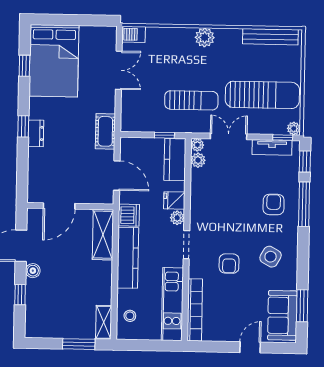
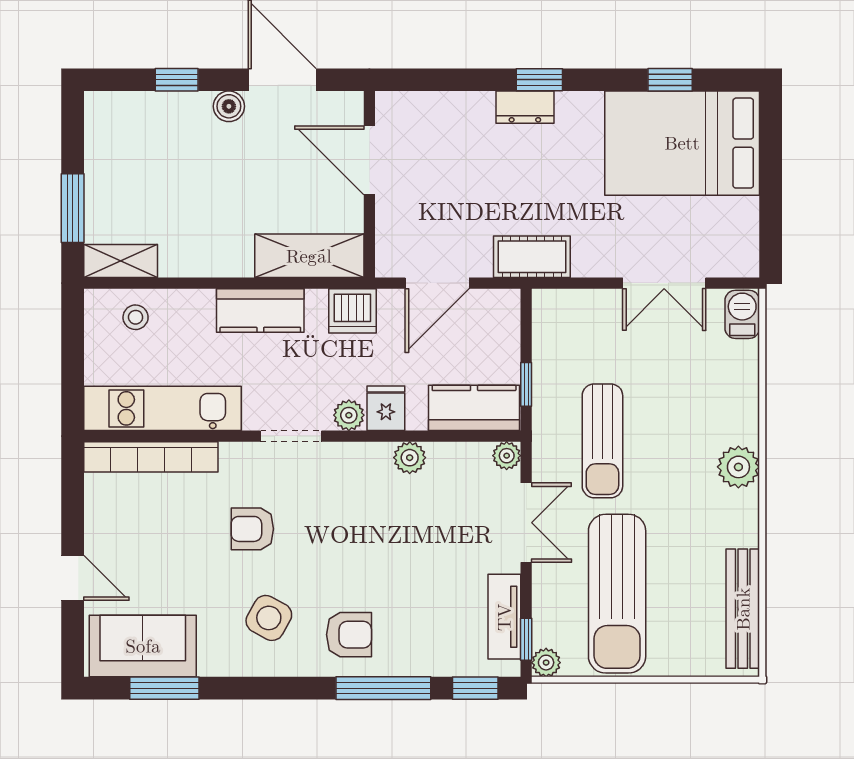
plant: (198, 160) -> (410, 458), moved
armchair: (274, 205) -> (349, 635), moved
kitchen counter: (128, 258) -> (260, 311), width x0.67

